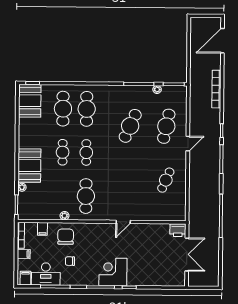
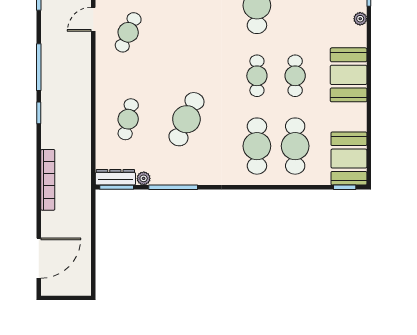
dresser: (175, 90) -> (115, 177), added
cafe table: (166, 126) -> (128, 119), width x0.73, depth x0.74
door: (188, 144) -> (93, 19), moved
booth: (29, 166) -> (349, 75), moved

